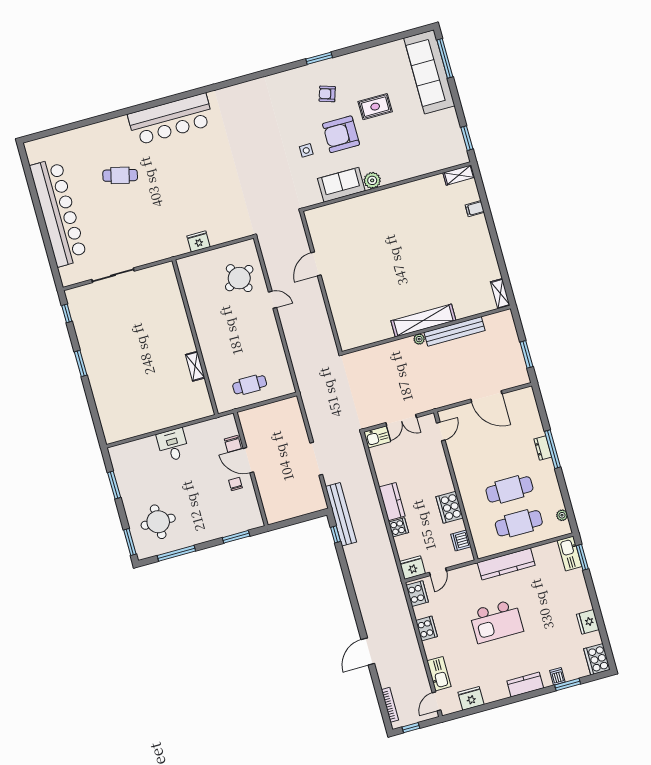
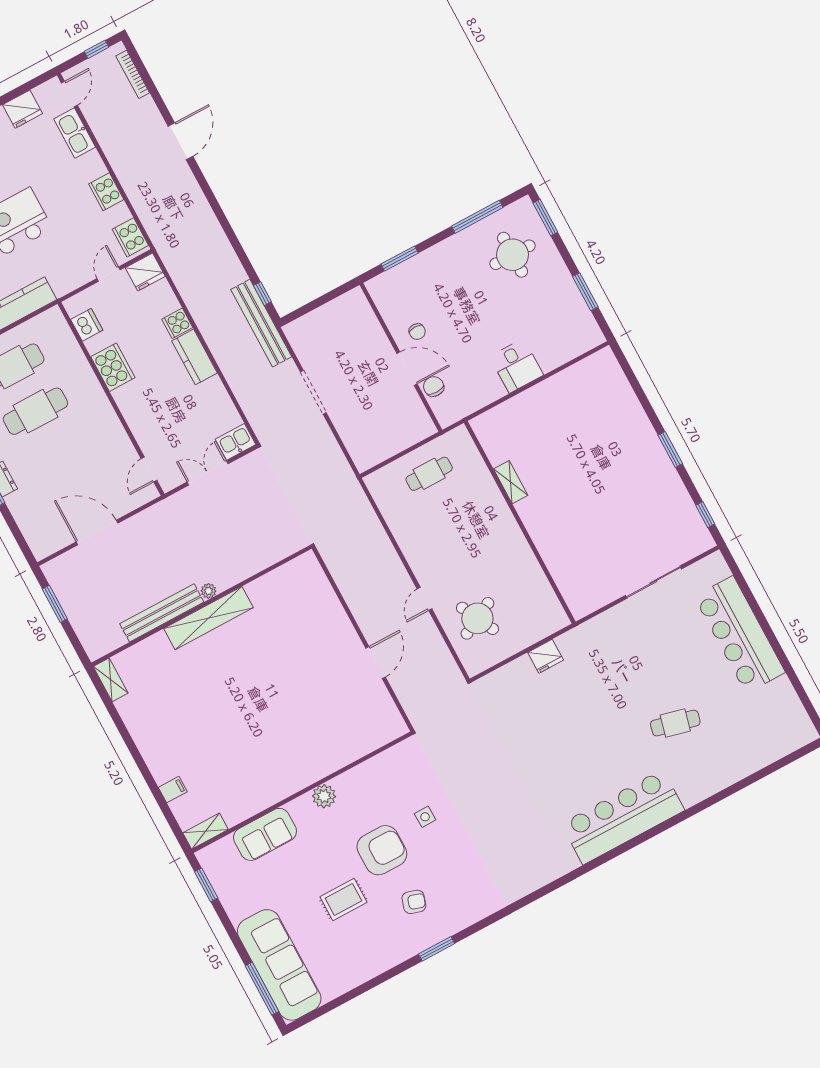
sofa: (341, 185) -> (265, 834), moved
bar counter: (58, 212) -> (740, 634), width x0.73
door: (272, 300) -> (425, 599), hinge flipped

